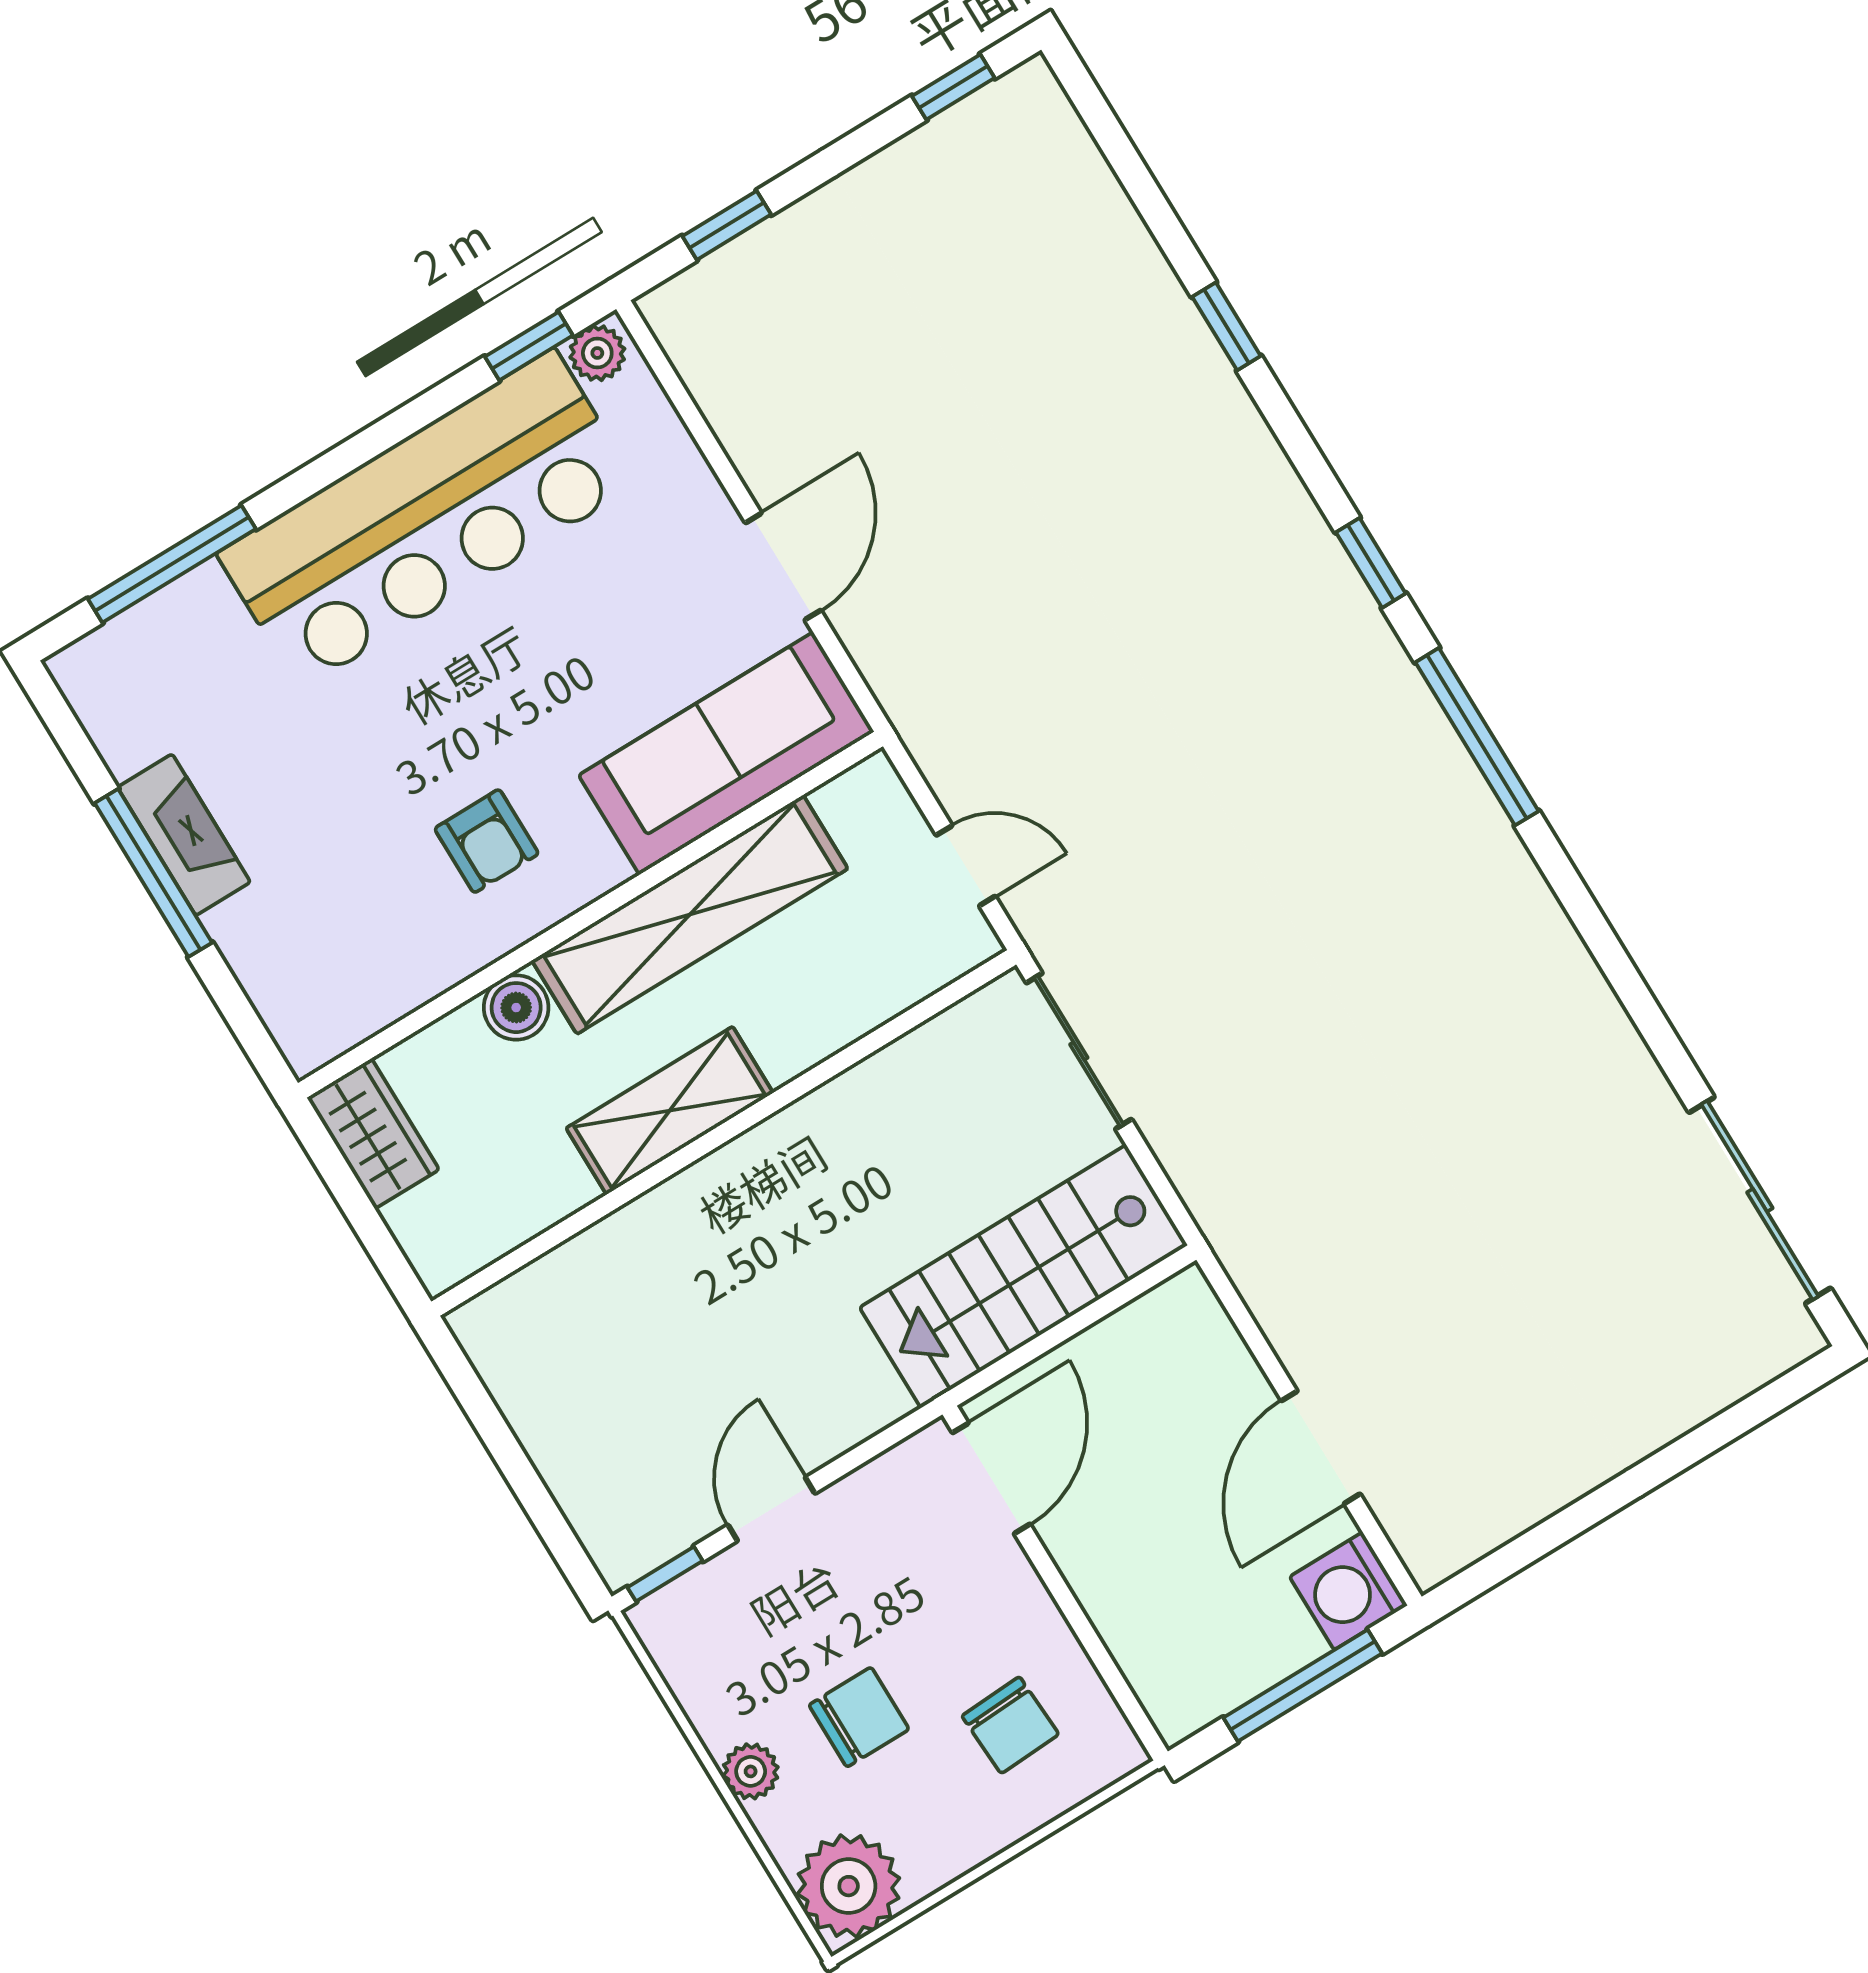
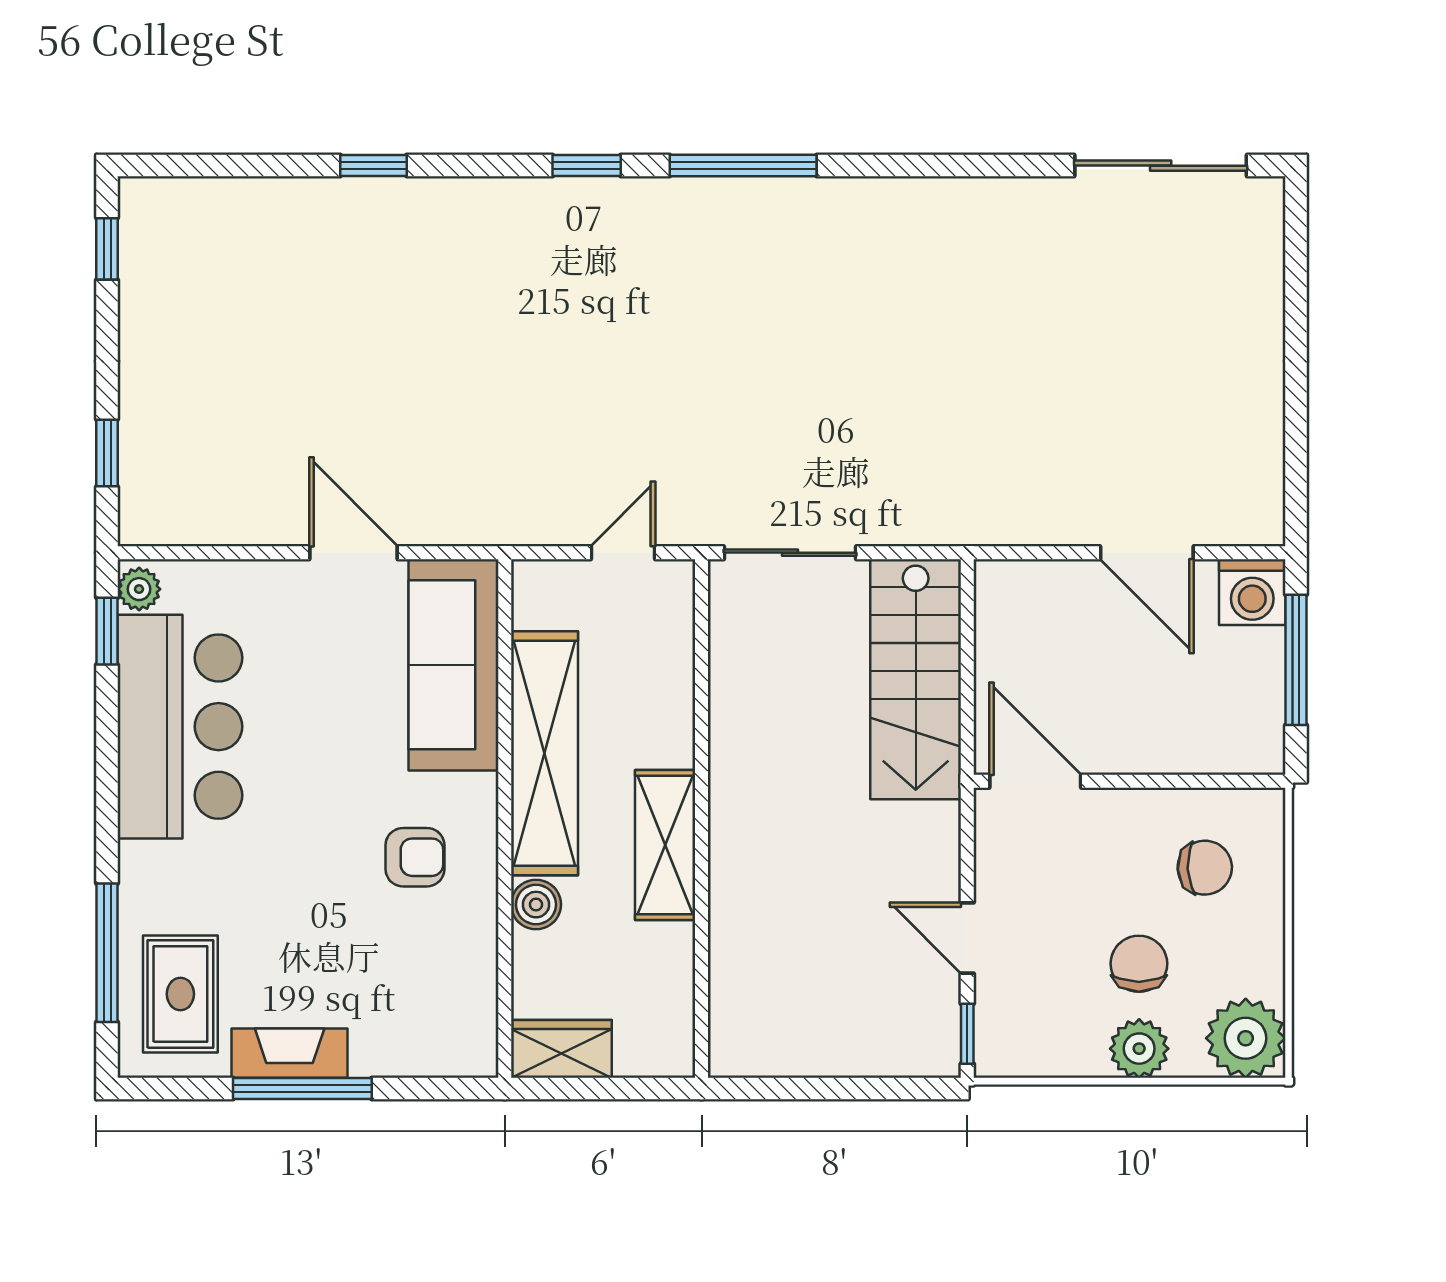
bar counter: (427, 519) -> (180, 727), width x0.73
rug: (176, 673) -> (180, 994), added
plant: (751, 1771) -> (1139, 1049), width x1.38, depth x1.38

